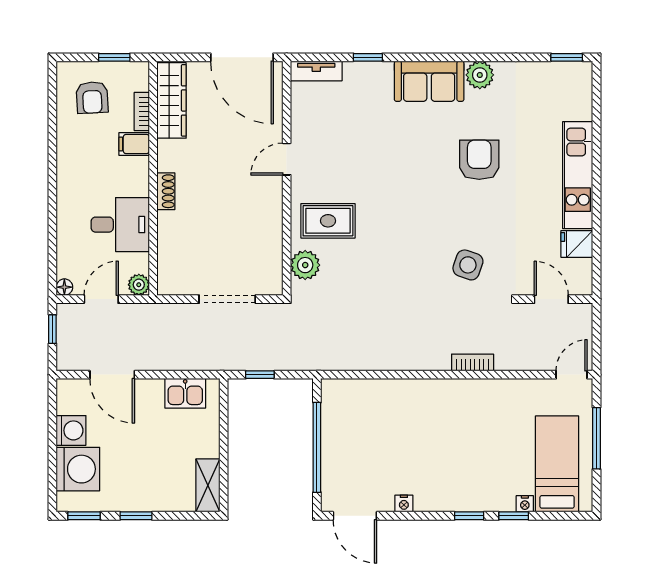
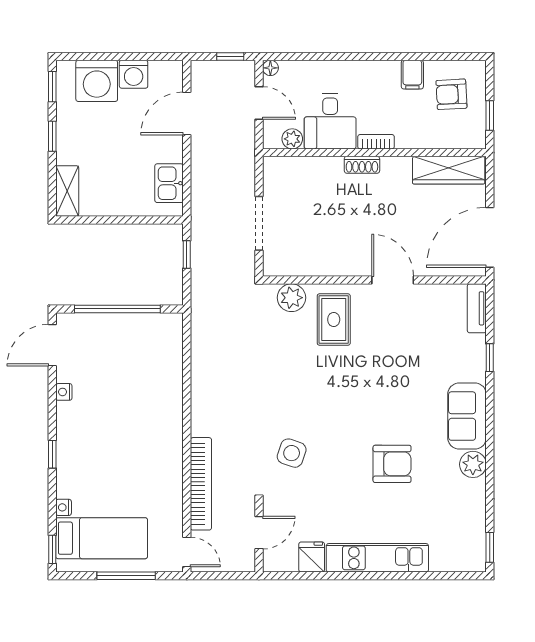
bookcase: (142, 112) -> (376, 142), moved
filing cabinet: (134, 144) -> (412, 75), moved, turned 180
door: (287, 159) -> (393, 280), width x1.38
plant: (139, 285) -> (292, 139), moved
bookcase: (473, 363) -> (201, 484), width x2.31, depth x1.31
shelving: (208, 485) -> (67, 191), moved, turned 90
window: (514, 516) -> (52, 549), moved

